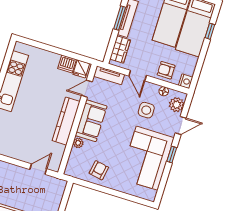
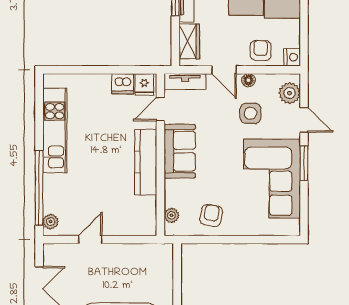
armchair: (166, 70) -> (261, 50), turned 90
floor lamp: (164, 91) -> (248, 80), moved
door: (181, 125) -> (304, 120), hinge flipped
plant: (78, 143) -> (171, 215), moved
window: (172, 154) -> (304, 163), width x1.50
door: (38, 169) -> (90, 240), moved

